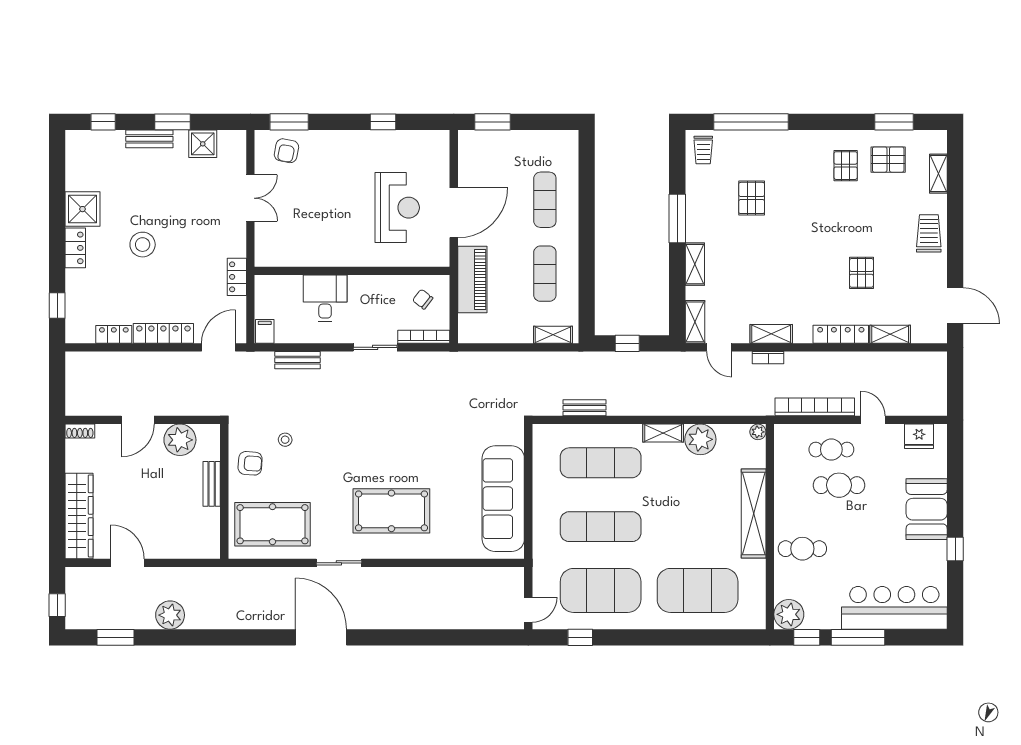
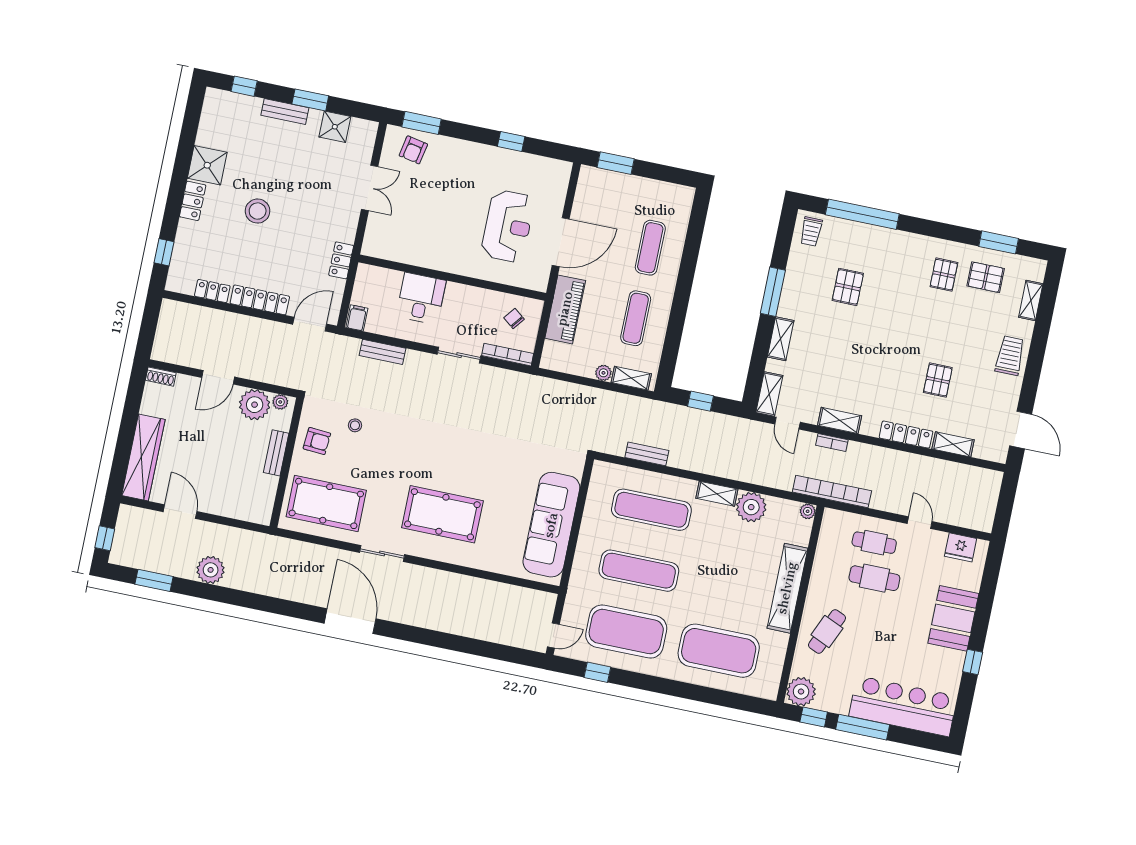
plant: (524, 335) -> (603, 373), added
bookcase: (815, 407) -> (832, 491), moved
plant: (205, 432) -> (280, 402), added
cafe table: (802, 549) -> (827, 632), turned -66

